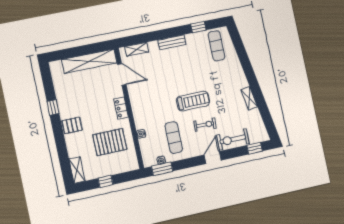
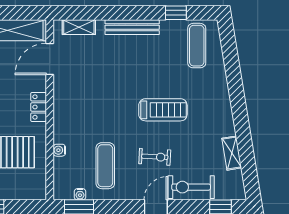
bench: (172, 42) -> (132, 27), width x1.36
door: (122, 74) -> (50, 59), swing flipped
shelving: (249, 98) -> (232, 153), moved
treadmill: (193, 101) -> (163, 110), moved

